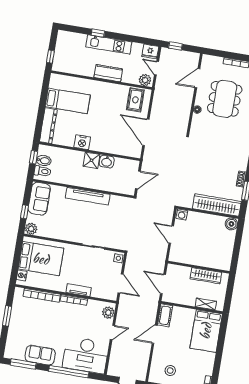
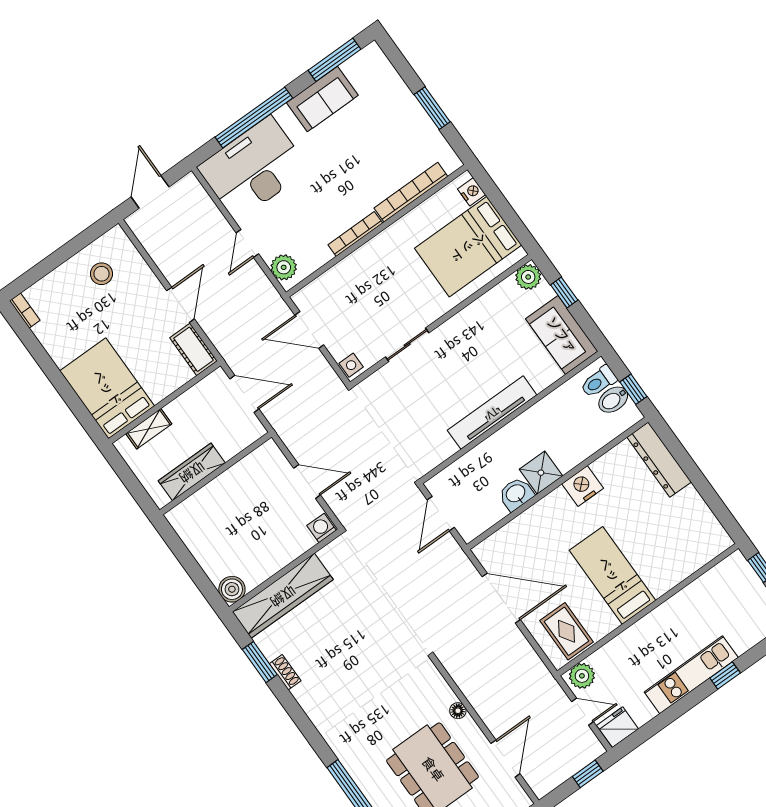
kitchen counter: (108, 73) -> (648, 630), removed
bed: (68, 101) -> (613, 575), moved, turned 90
tv unit: (79, 290) -> (363, 256), removed

